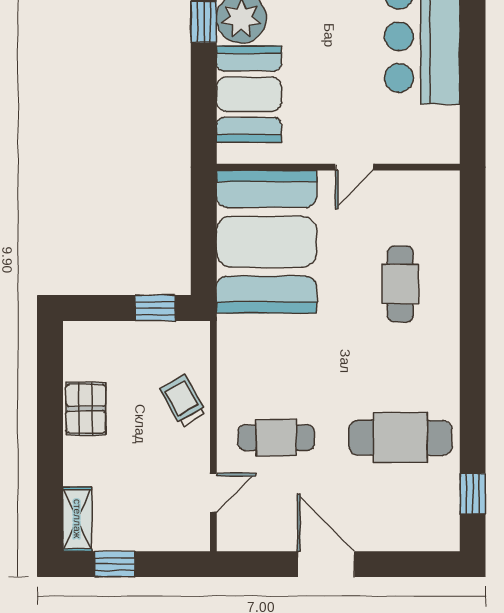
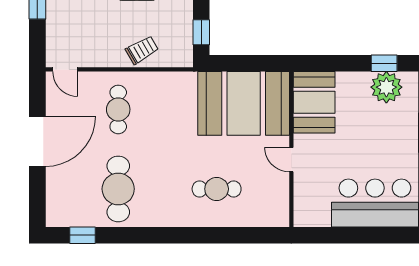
booth: (249, 94) -> (314, 102), moved, turned 90
door: (213, 493) -> (65, 69), moved
door: (326, 564) -> (37, 141), width x1.36

